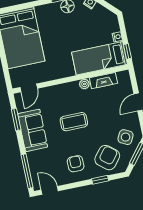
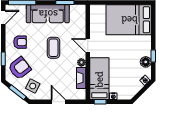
door: (29, 88) -> (88, 45), moved
sofa: (33, 130) -> (48, 14), width x1.36
armchair: (107, 158) -> (20, 68), turned -77

